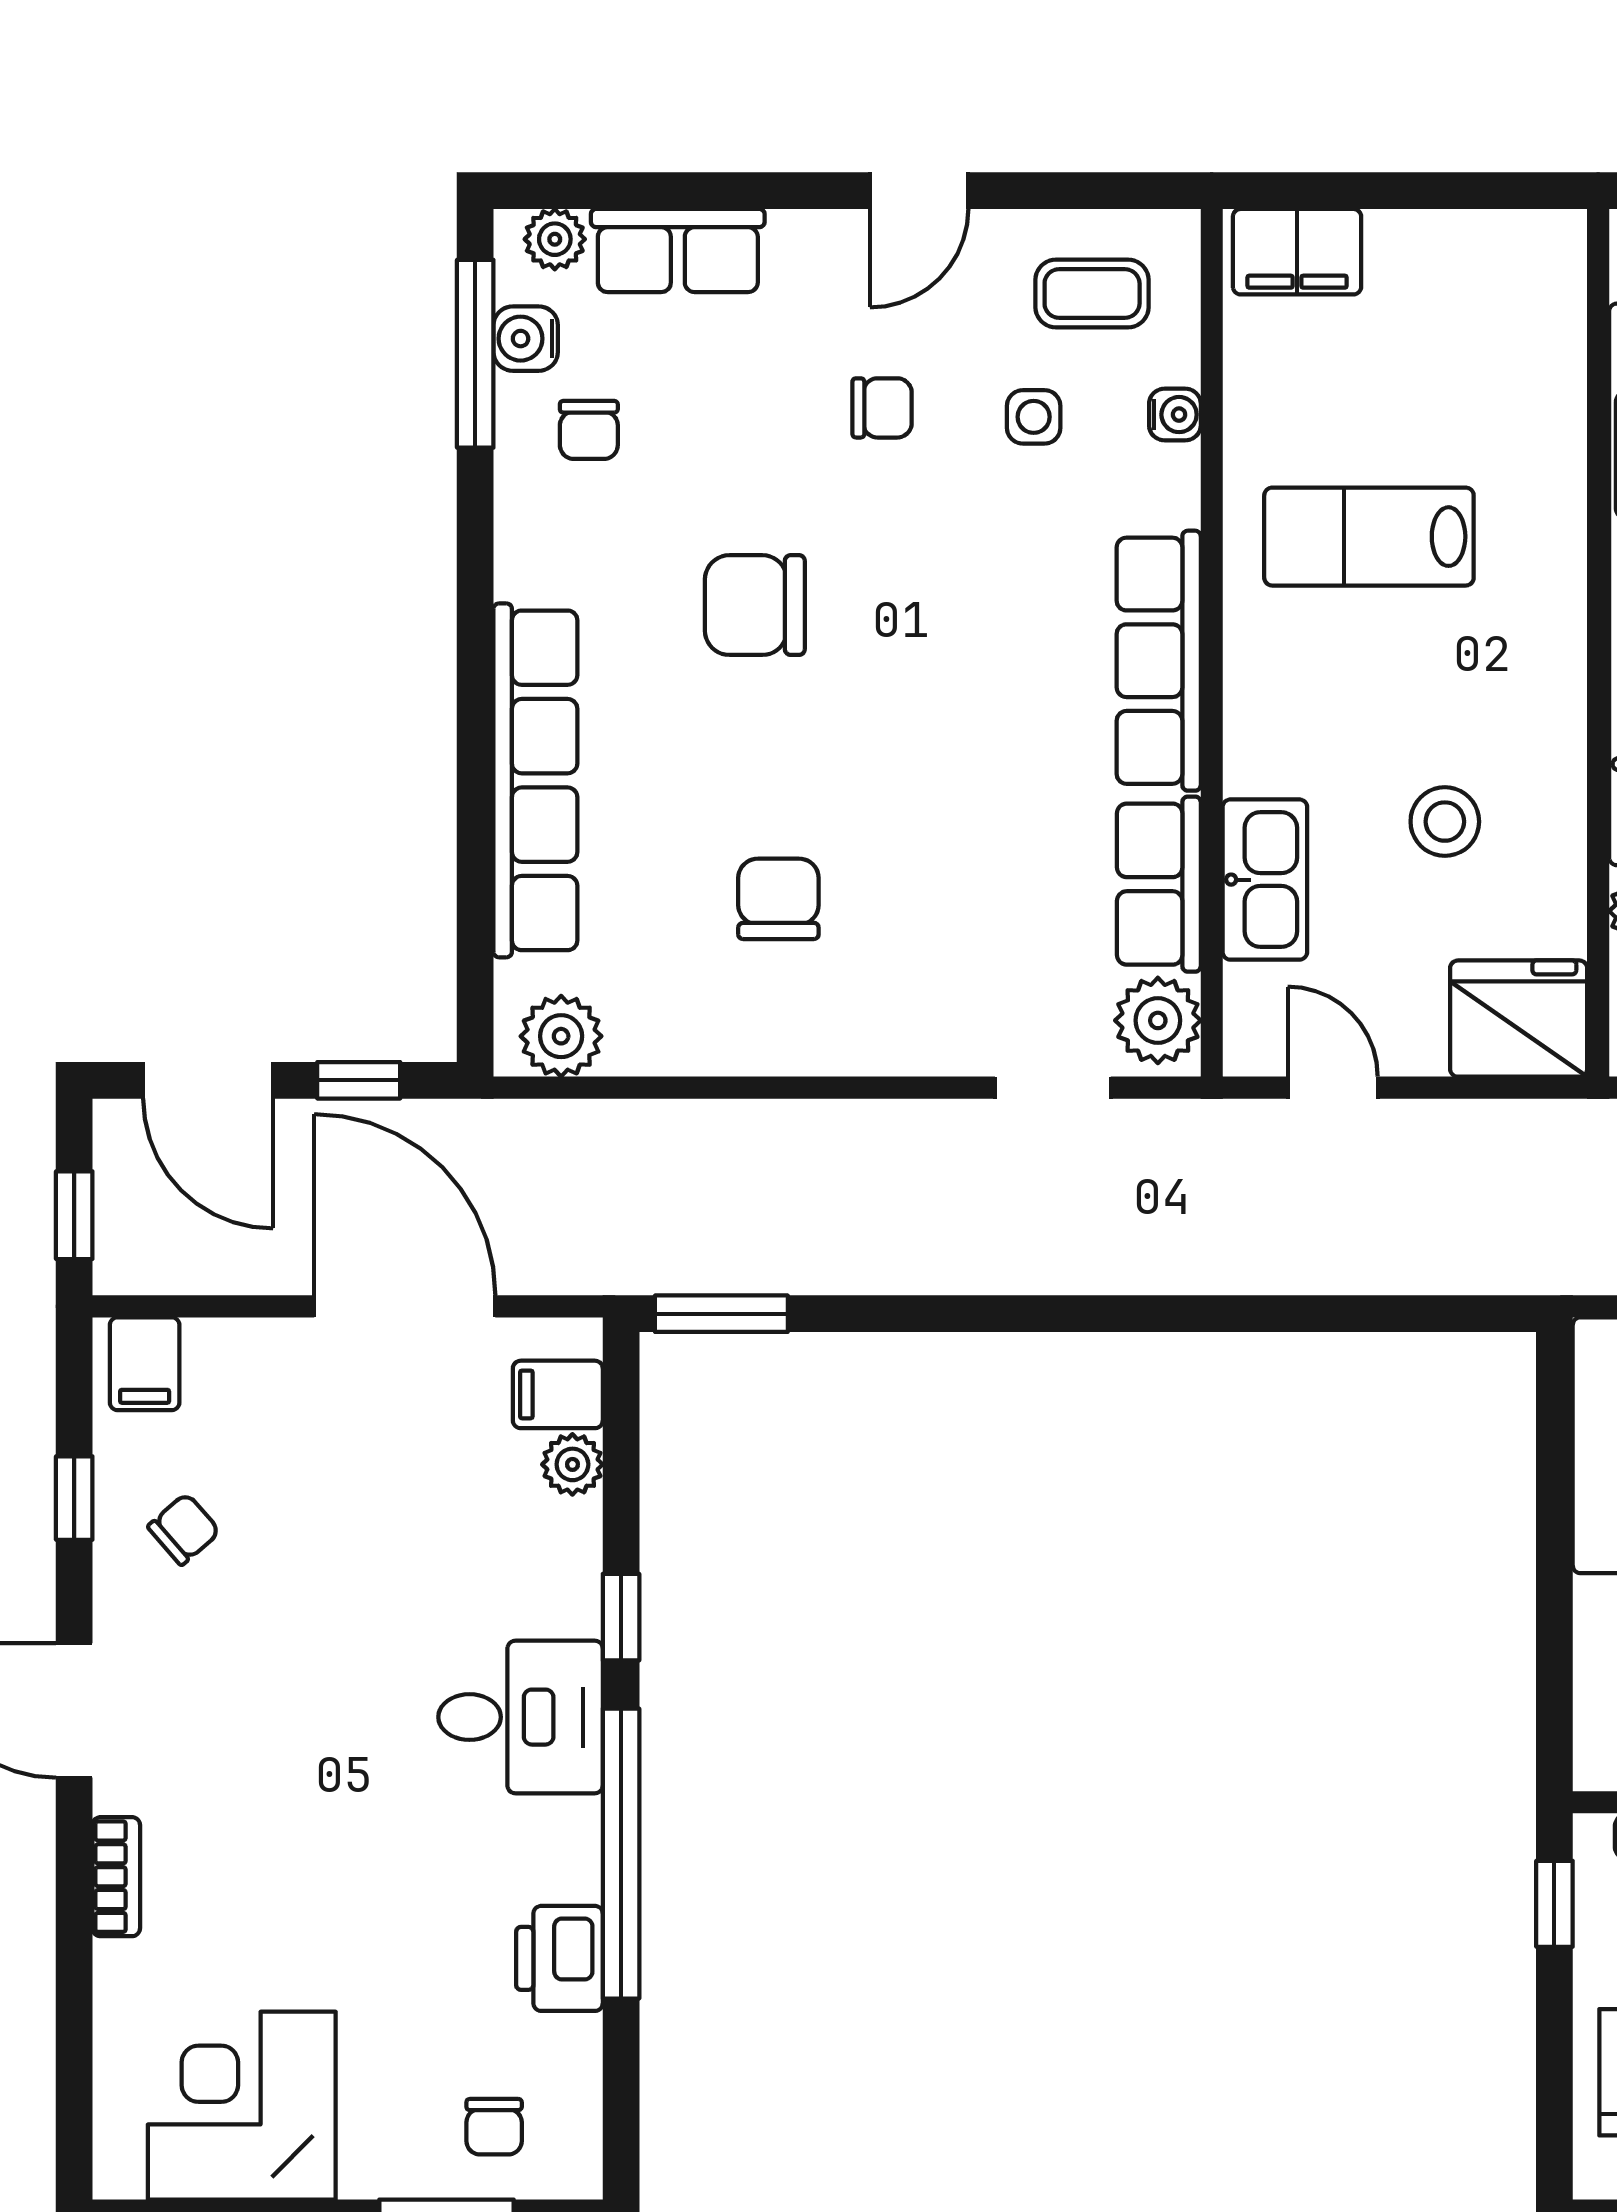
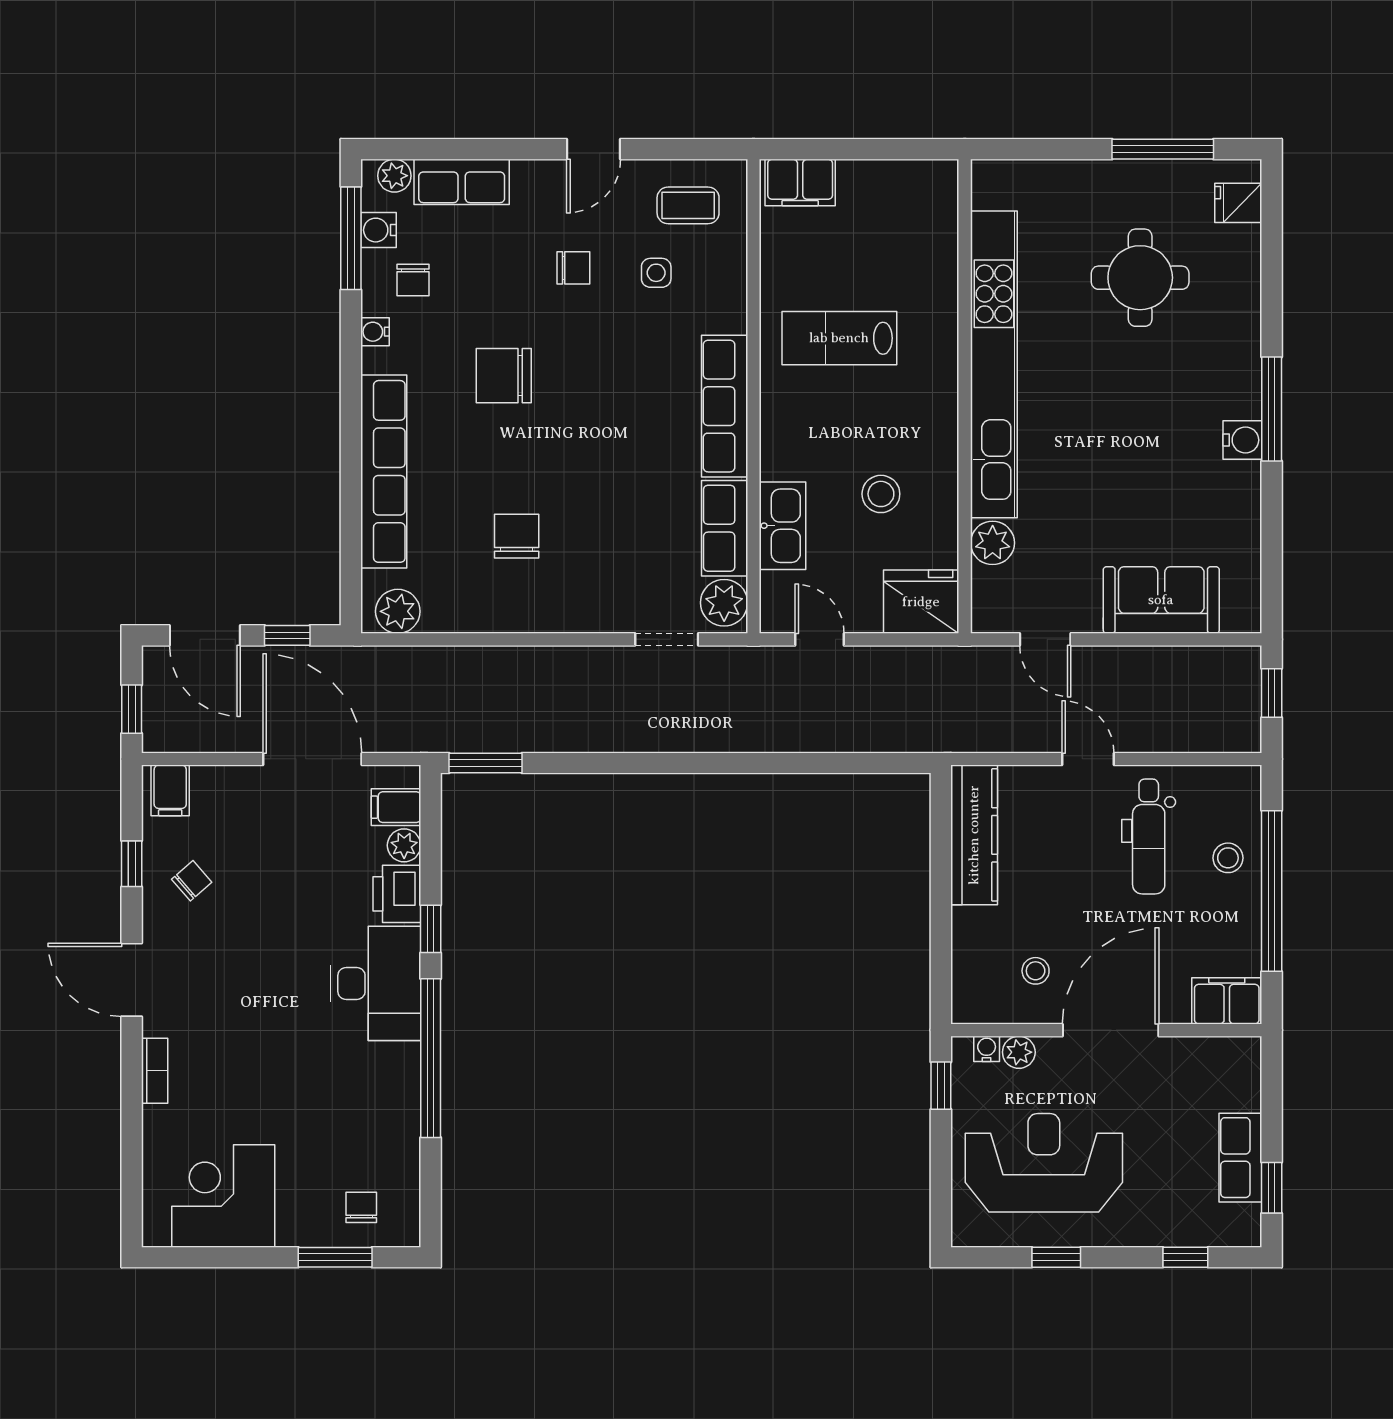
water cooler: (1175, 415) -> (375, 332), moved, turned 180
desk: (521, 1717) -> (376, 983), width x1.37
printer: (559, 1958) -> (397, 894), moved
chair: (494, 2127) -> (361, 1207), turned 180

